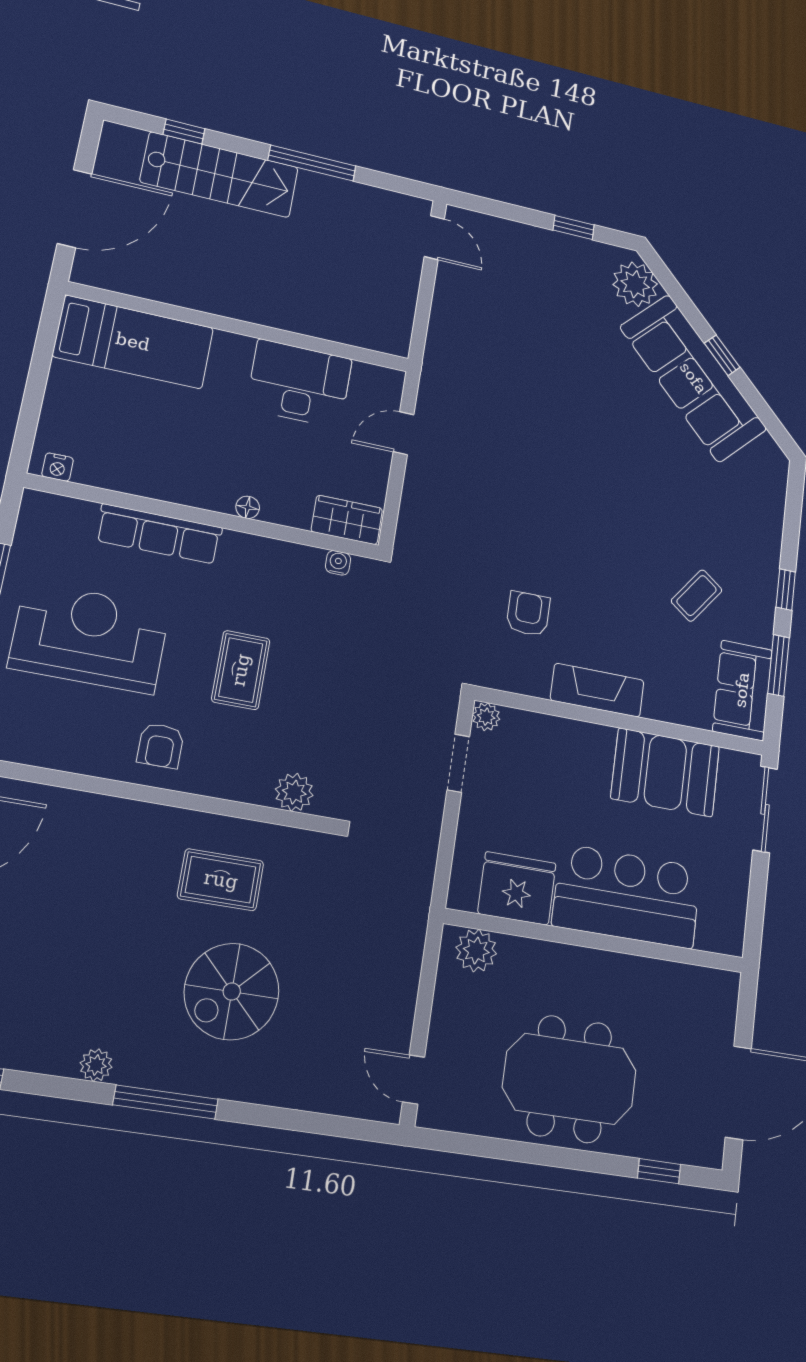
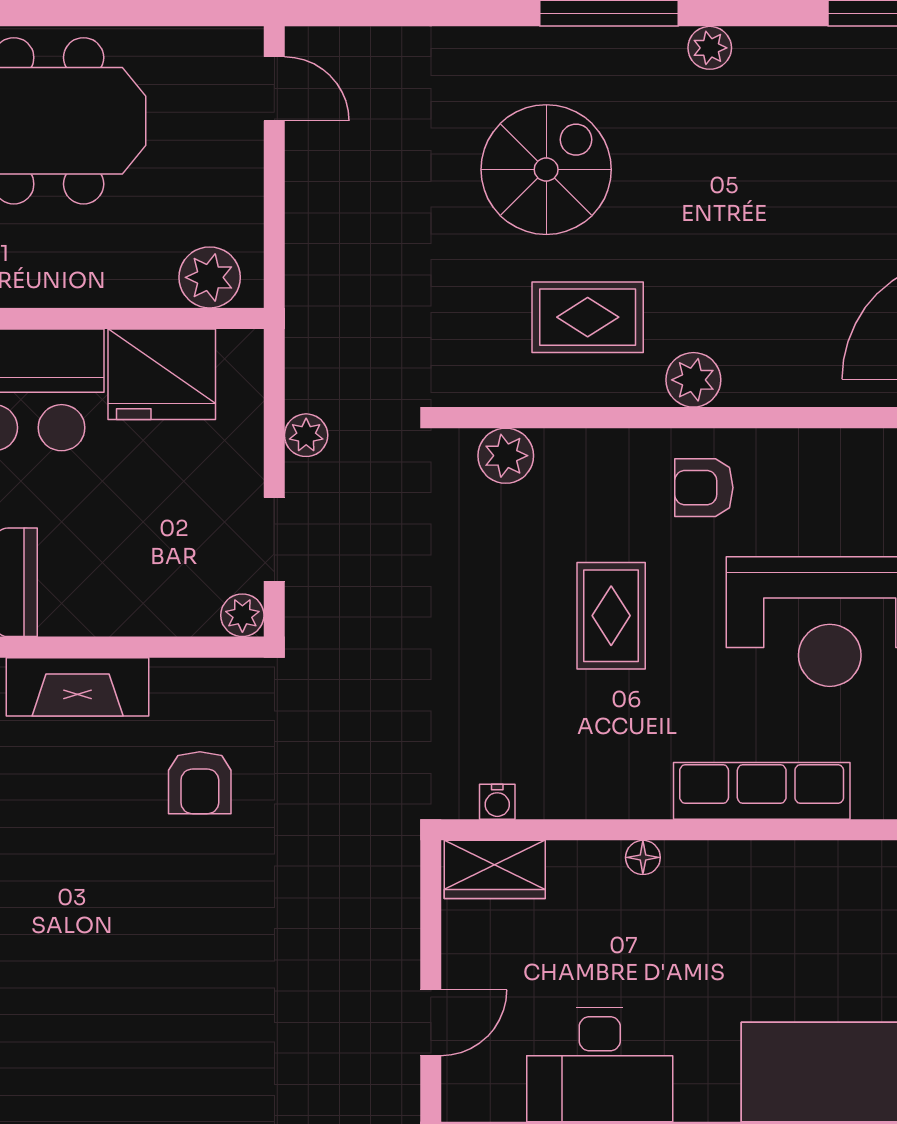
armchair: (160, 746) -> (704, 488), turned -90
plant: (154, 823) -> (693, 380), added
plant: (427, 830) -> (306, 435), added

